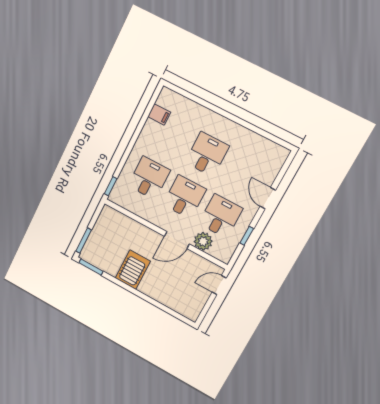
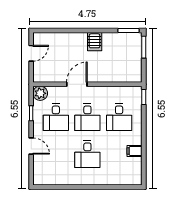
filing cabinet: (159, 114) -> (135, 151), moved
plant: (203, 241) -> (40, 93), moved
server rack: (133, 270) -> (95, 42), width x0.73, depth x0.70
door: (219, 285) -> (31, 53), moved

